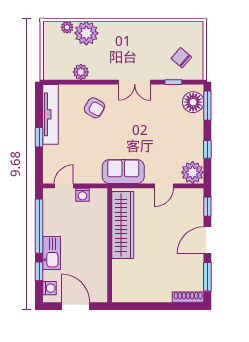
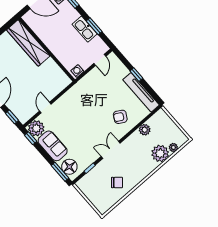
chair: (181, 58) -> (117, 182), moved
window: (207, 149) -> (31, 138), moved
sofa: (123, 172) -> (53, 146), moved, turned -90
washing machine: (82, 195) -> (77, 71), moved
wardrobe: (123, 225) -> (28, 43), moved
window: (39, 226) -> (94, 26), width x0.47
kitchen sink: (52, 253) -> (85, 29), moved

